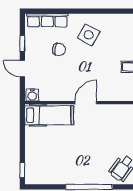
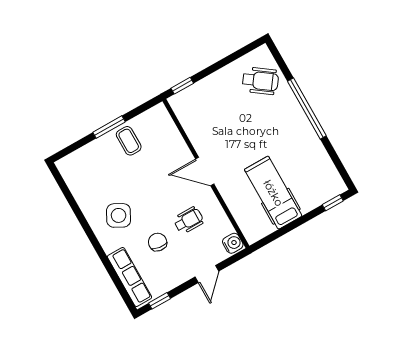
window: (22, 43) -> (160, 301), moved
wheelchair: (62, 76) -> (189, 220), added
hospital bed: (49, 115) -> (273, 193), moved

